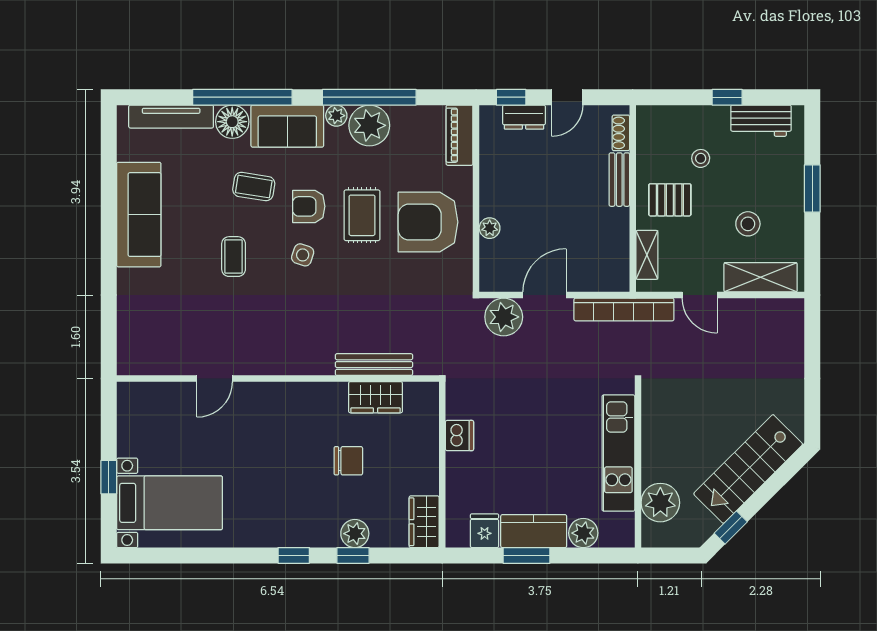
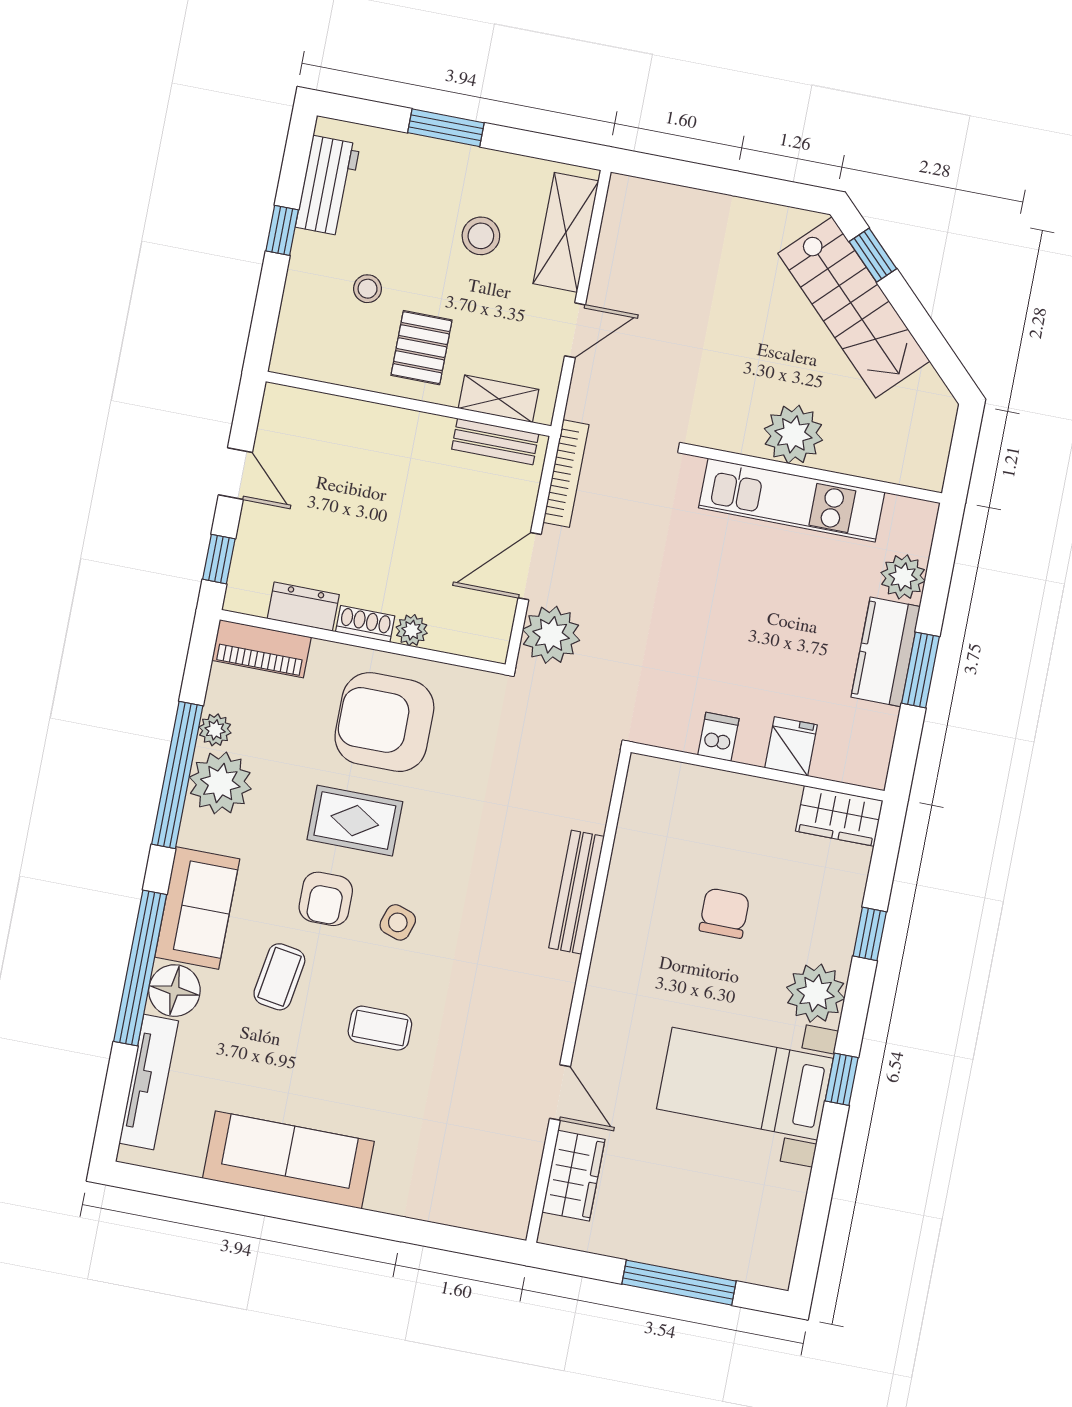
plant: (336, 116) -> (215, 730), moved
dresser: (524, 117) -> (303, 607), moved, turned -90
shoe rack: (621, 133) -> (365, 624), moved, turned 180
bench: (619, 180) -> (495, 442), moved
armchair: (428, 222) -> (384, 722), turned 90
door: (545, 295) -> (530, 566), hinge flipped
bookcase: (624, 309) -> (566, 474), width x0.68, depth x0.76
bench: (374, 365) -> (577, 892), moved
wardrobe: (376, 397) -> (574, 1176), moved
dishwasher: (459, 436) -> (718, 737), width x0.73
window: (109, 477) -> (679, 1283), width x2.17
bed with nightstands: (170, 503) -> (745, 1084), moved, turned -90
plant: (660, 503) -> (793, 434), moved
window: (731, 527) -> (873, 255), moved
fridge: (485, 531) -> (791, 746), moved, turned 90
plant: (355, 534) -> (816, 993), moved, width x1.36, depth x1.36
window: (294, 555) -> (842, 1079), moved

